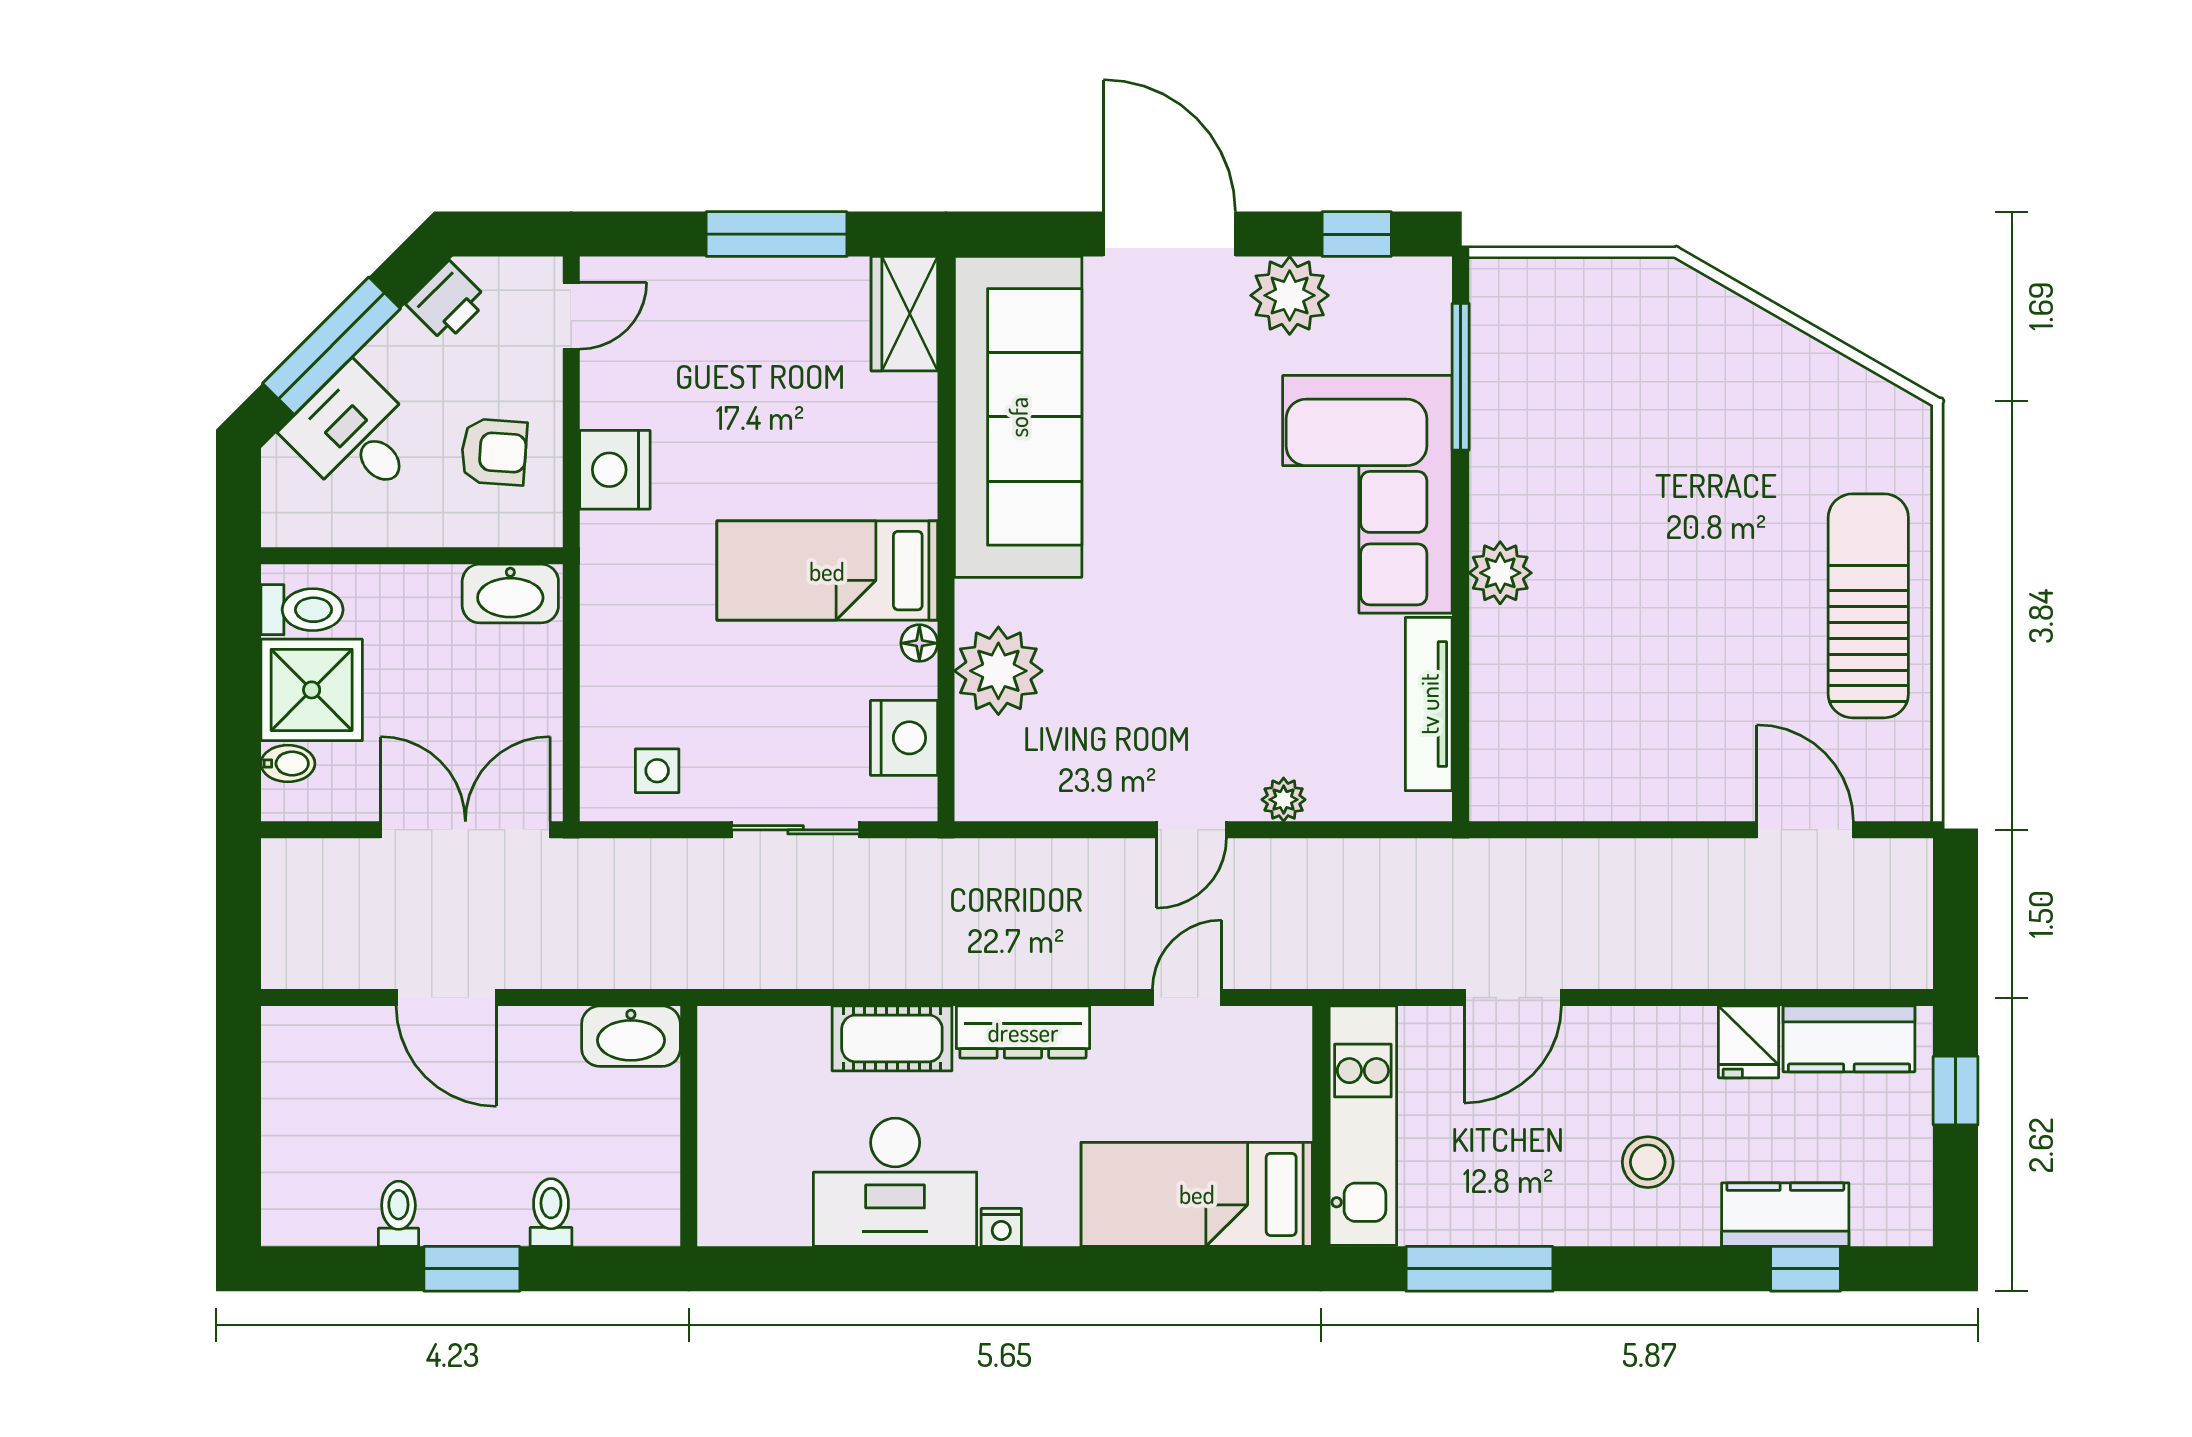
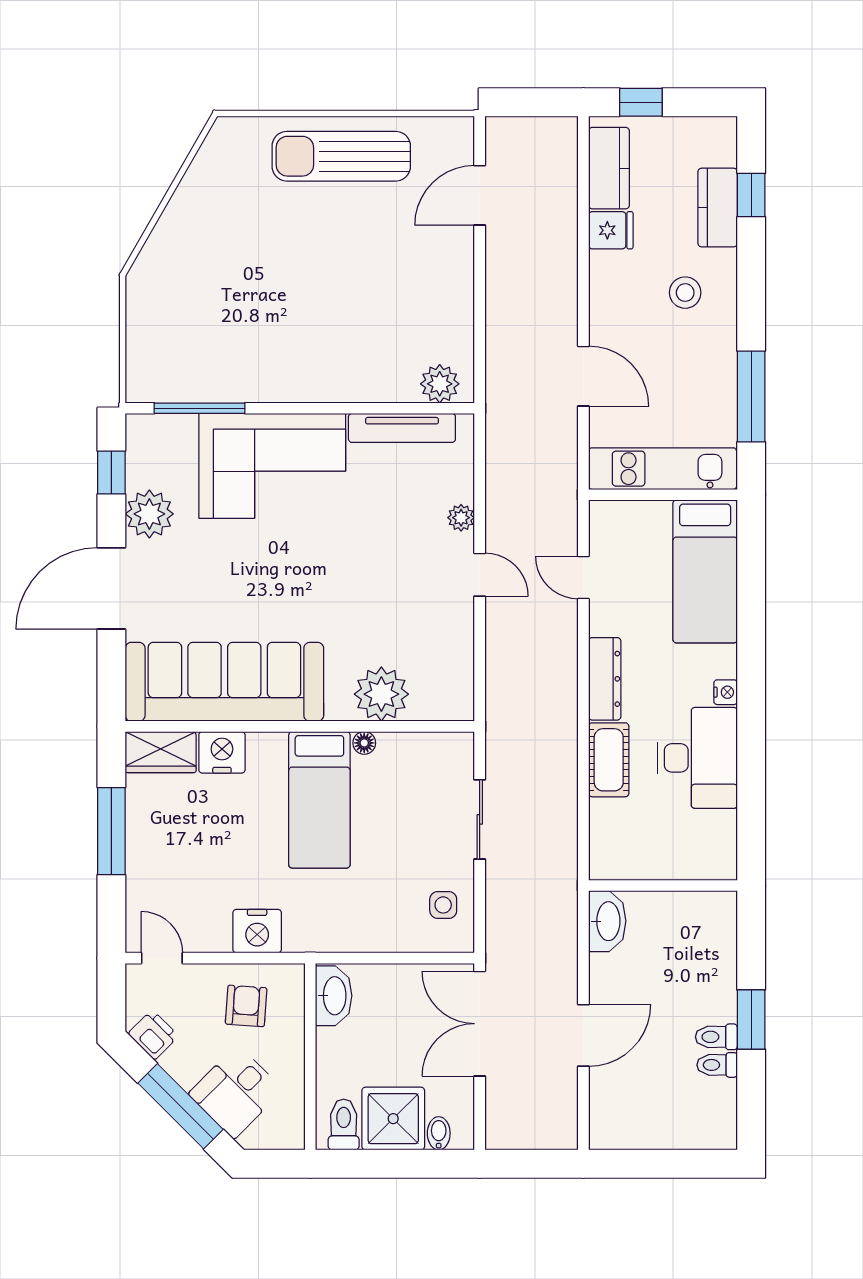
plant: (1500, 573) -> (440, 384), moved
nightstand: (904, 738) -> (222, 752), moved
toilet: (551, 1213) -> (716, 1037), moved

